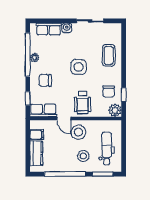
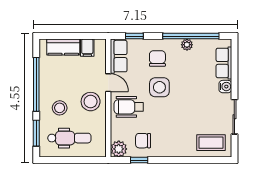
coffee table: (109, 55) -> (211, 143), moved
side table: (79, 67) -> (159, 87), moved
door: (64, 118) -> (108, 83), swing flipped

